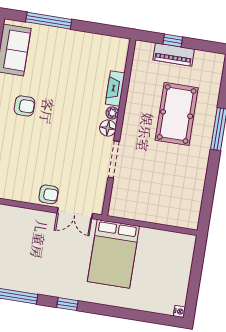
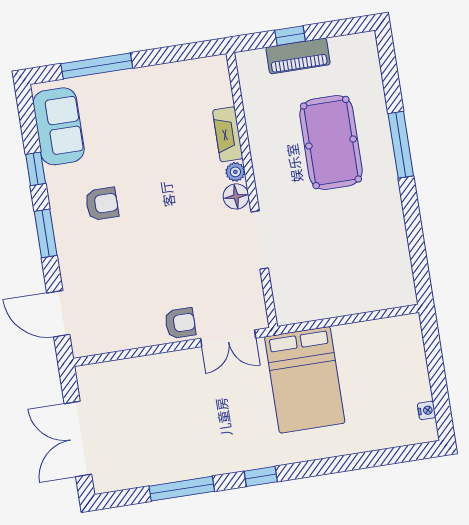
nightstand: (179, 311) -> (427, 410), moved

